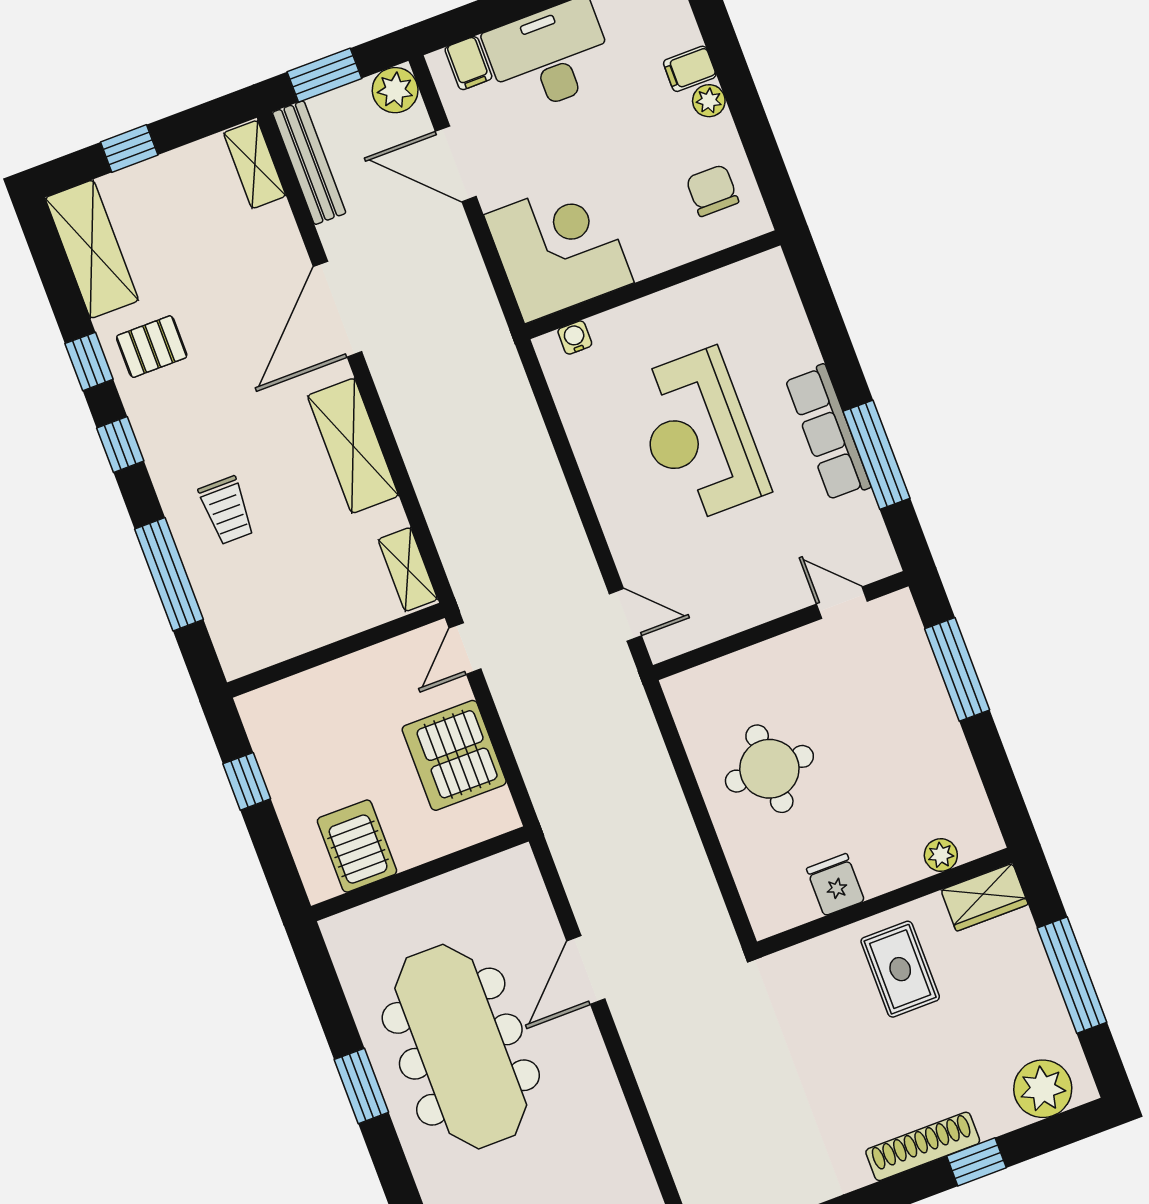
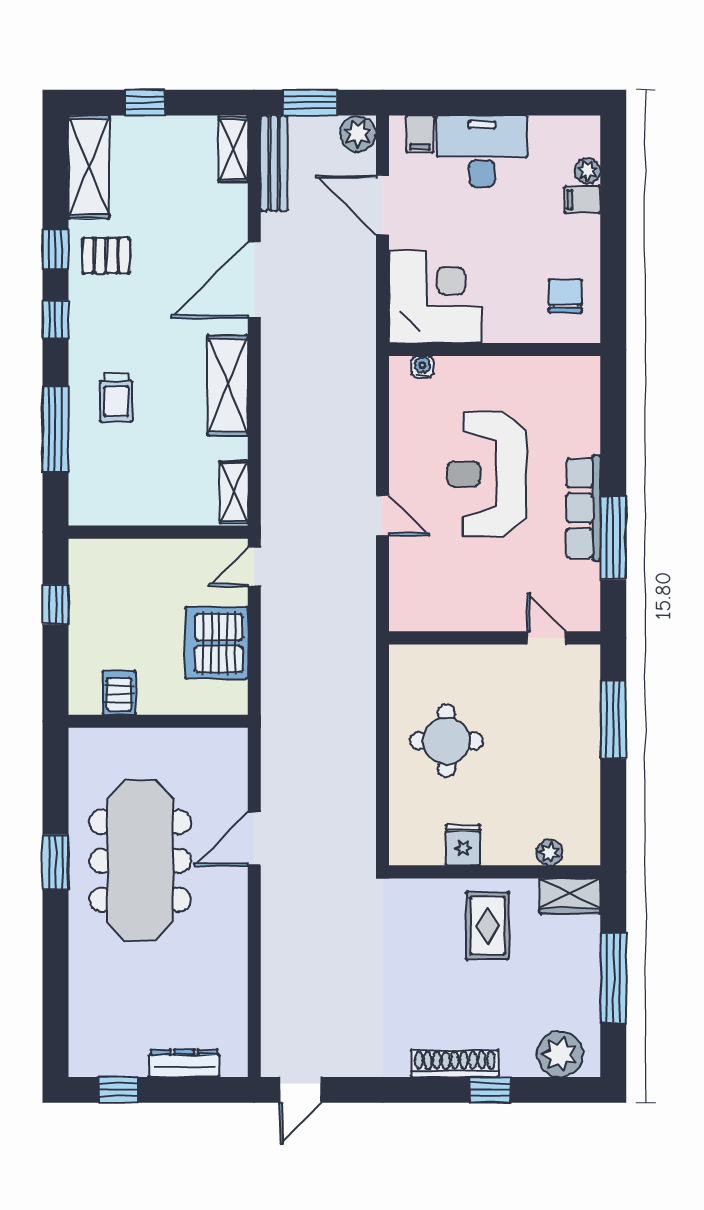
plant: (709, 101) -> (588, 171), moved
door: (625, 615) -> (382, 516), moved
server rack: (357, 846) -> (119, 693), width x0.73, depth x0.70

